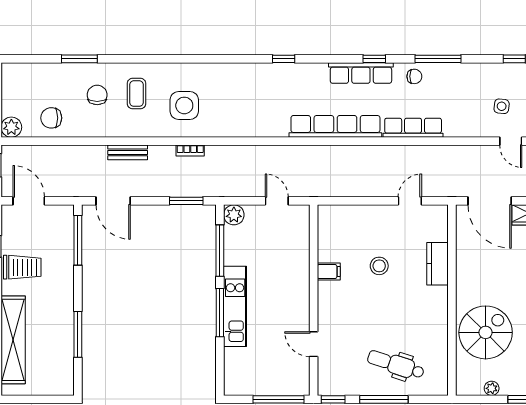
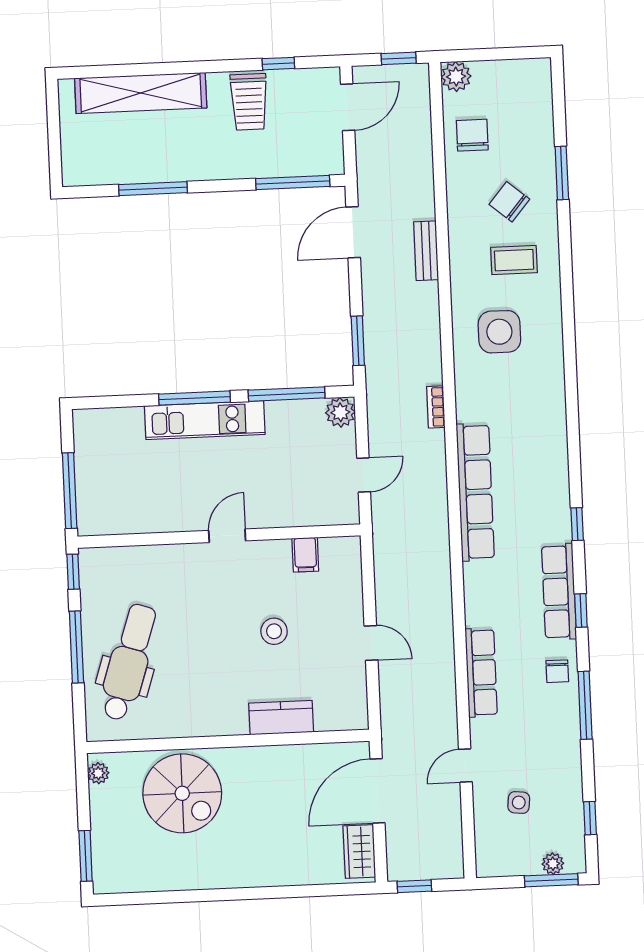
window: (284, 59) -> (577, 524), moved
chair: (97, 95) -> (509, 202), turned -140
row of seats: (335, 126) -> (475, 492), moved
door: (511, 141) -> (465, 766), moved
bookcase: (190, 150) -> (436, 407), moved
door: (410, 201) -> (371, 643), moved
filing cabinet: (329, 272) -> (305, 555), moved
door: (314, 344) -> (227, 536), moved
dental chair: (396, 365) -> (129, 662), width x1.36, depth x1.38
plant: (492, 388) -> (98, 773), moved

